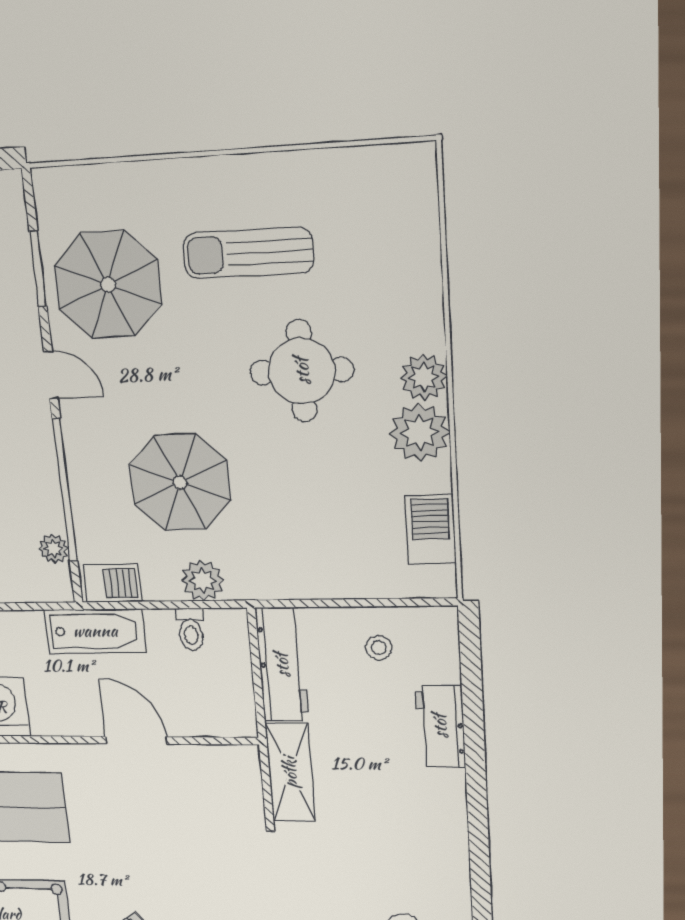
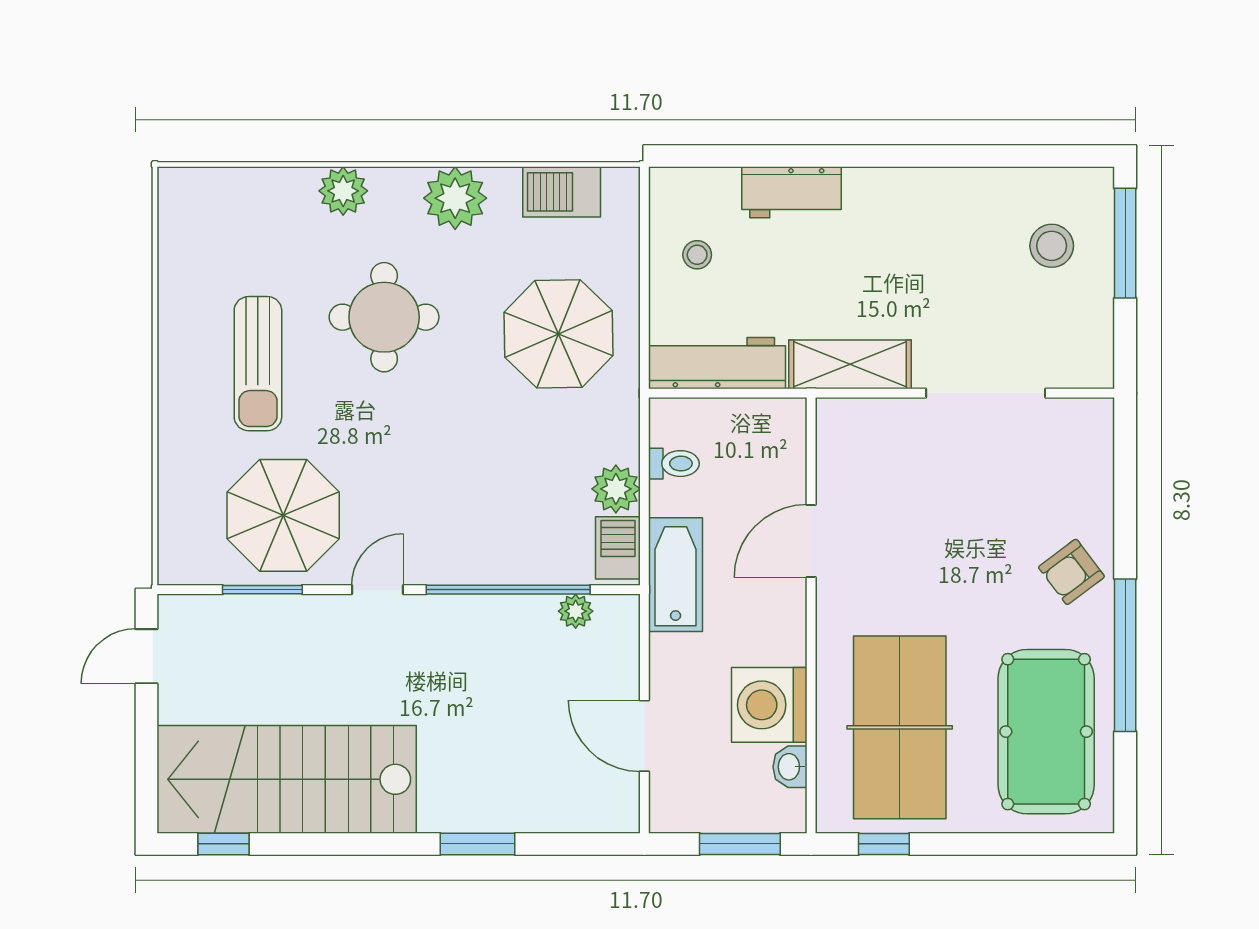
plant: (424, 377) -> (343, 191), moved
parasol: (180, 482) -> (559, 334), moved
plant: (203, 581) -> (616, 489), moved

